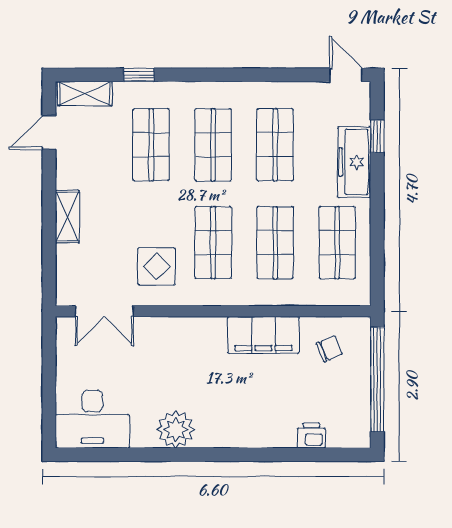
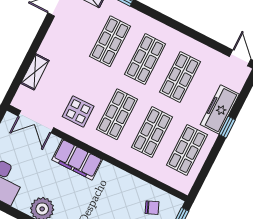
window: (377, 136) -> (227, 127), moved
shelving: (67, 217) -> (35, 72), moved
filing cabinet: (264, 335) -> (77, 160), moved

